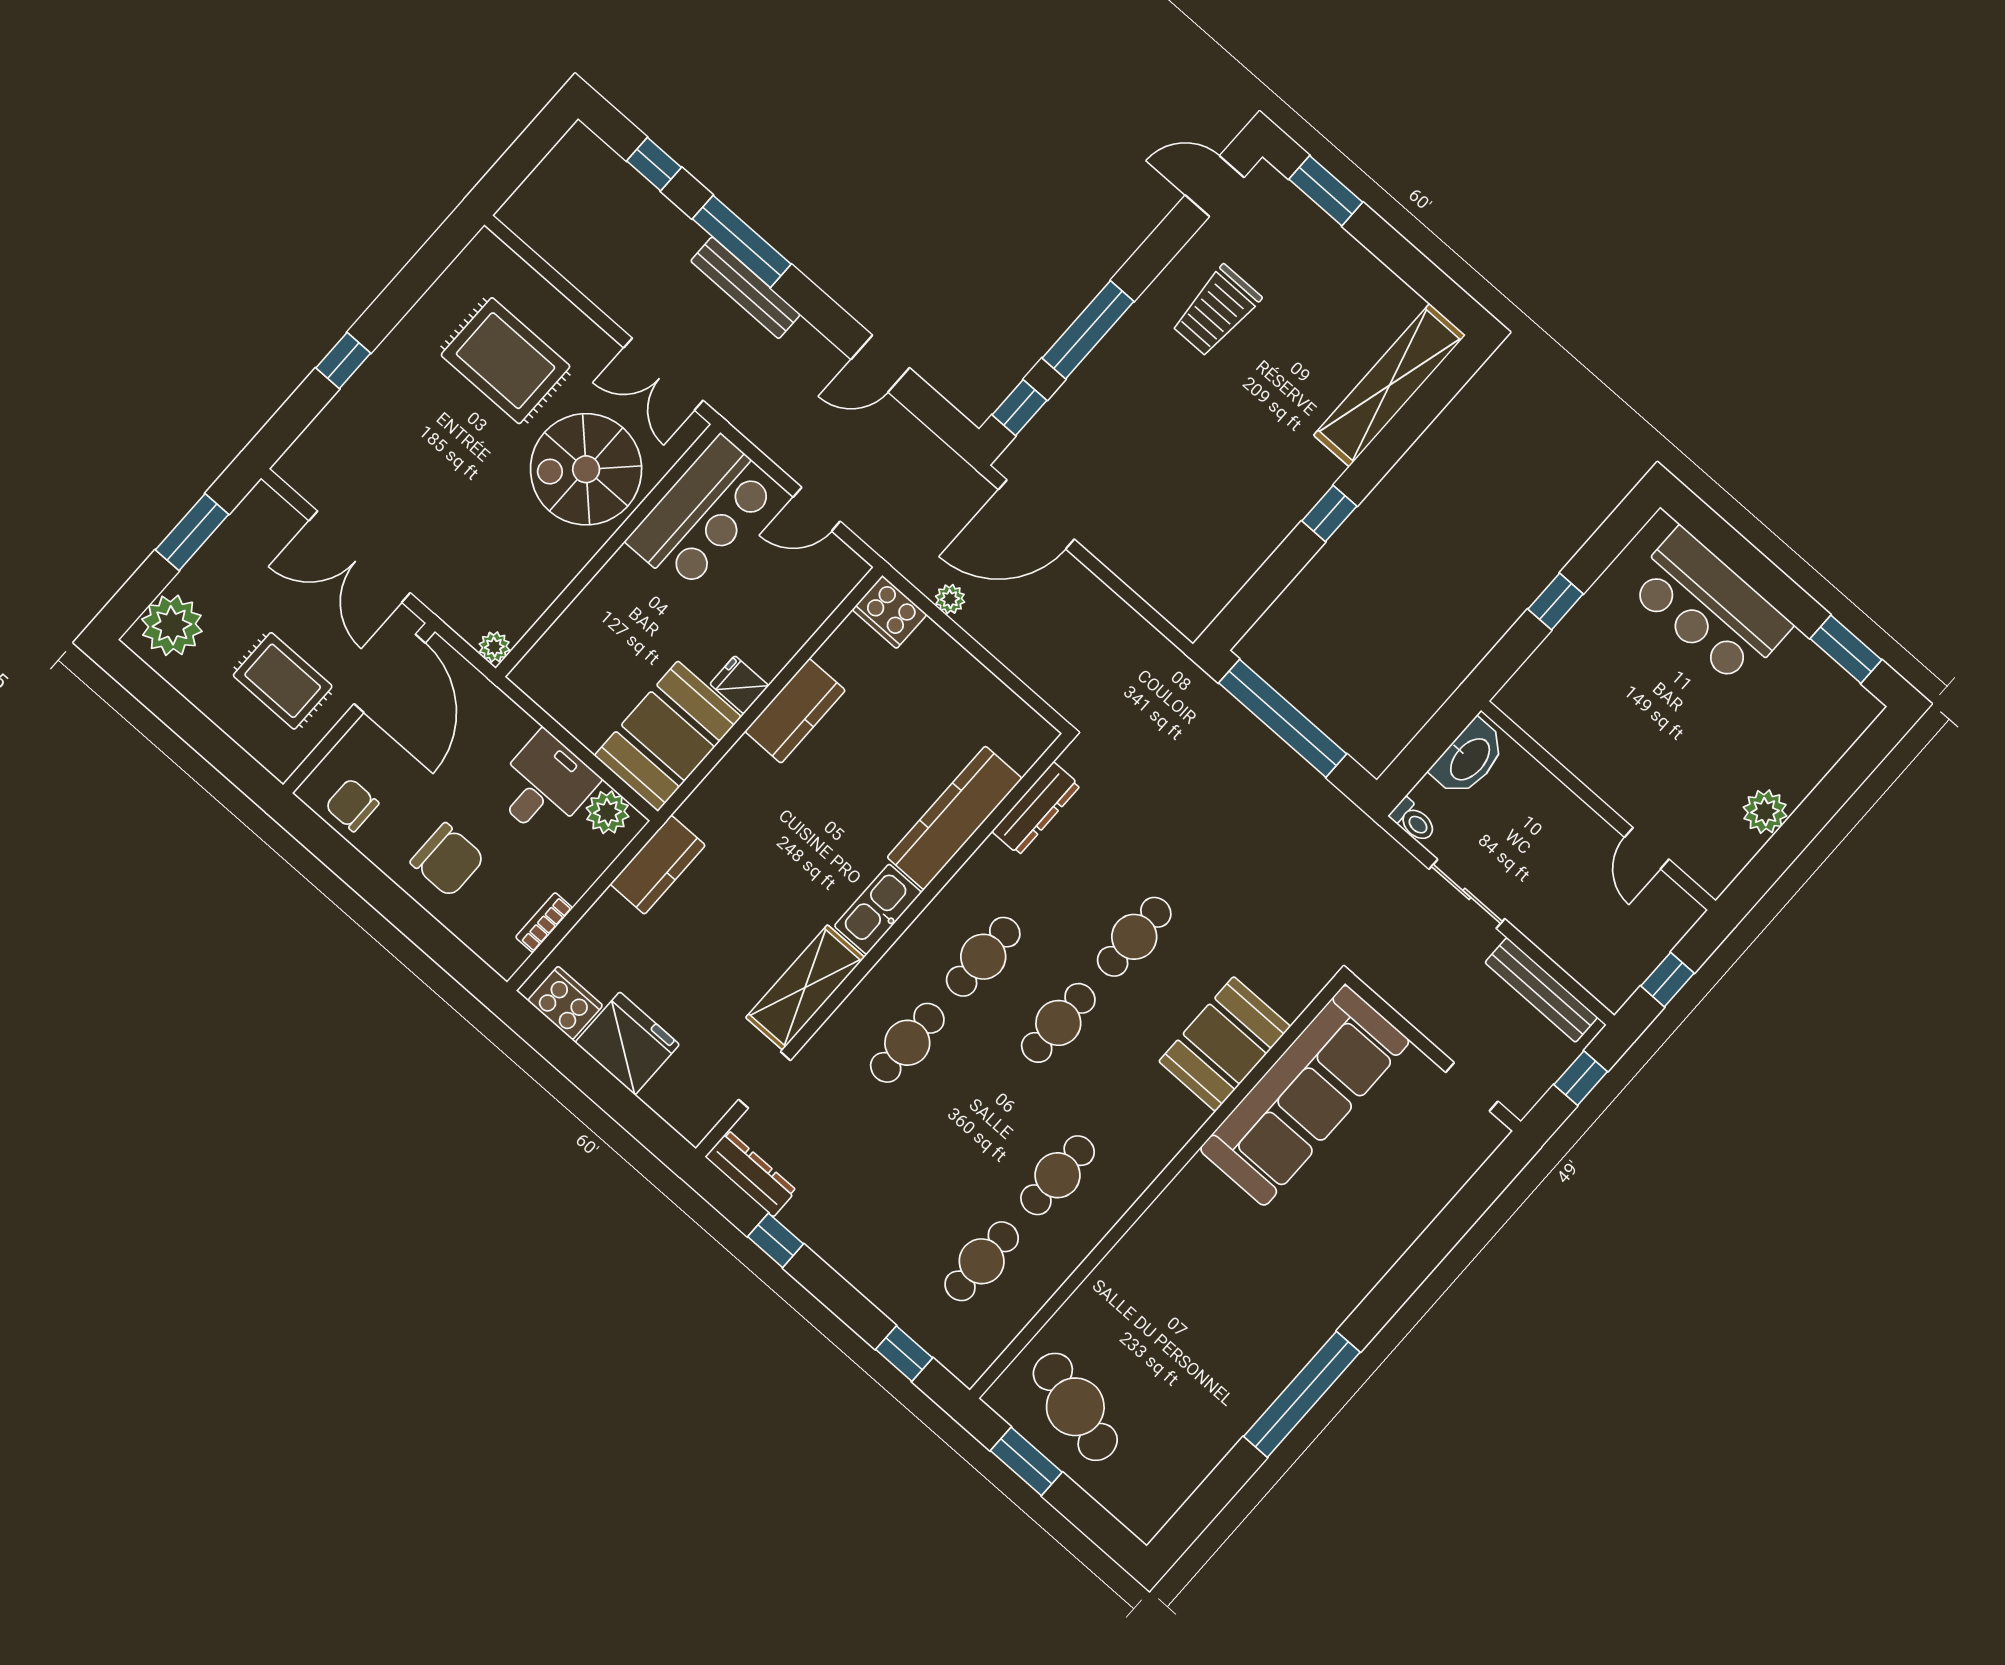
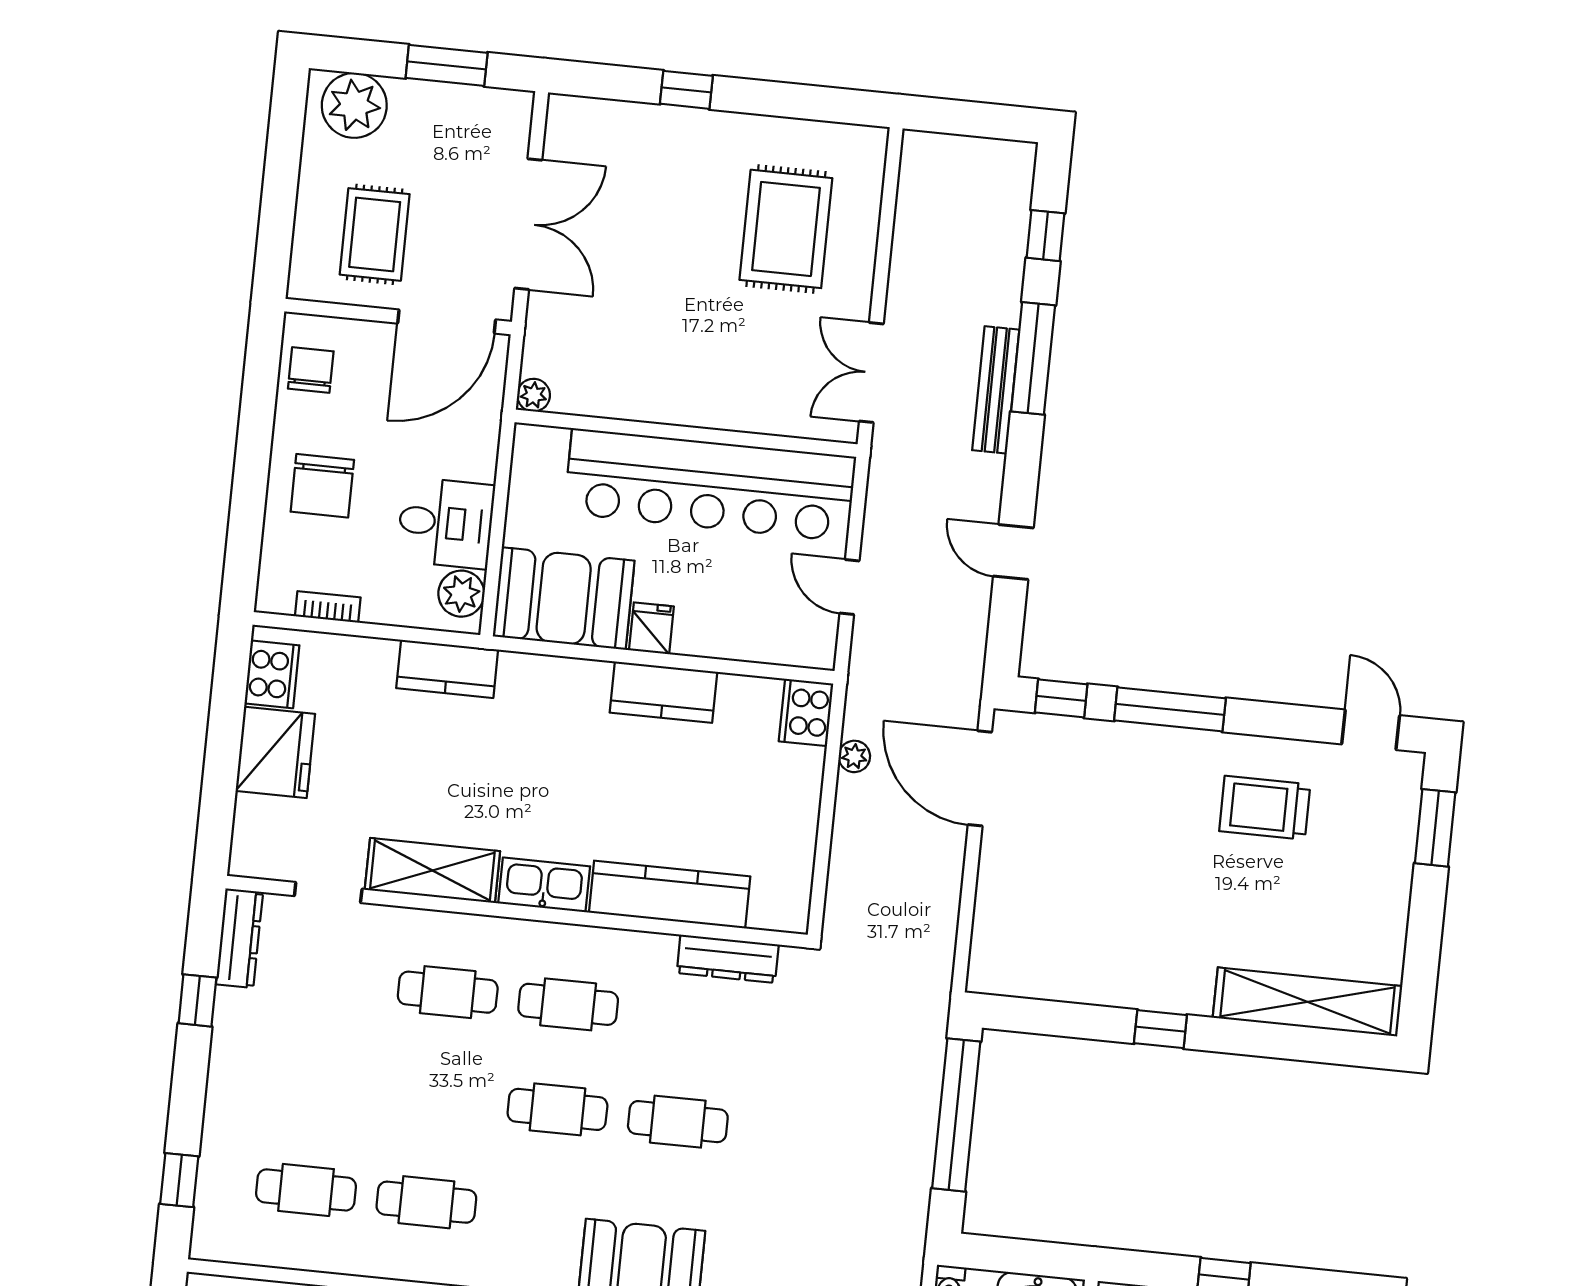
spiral stairs: (586, 469) -> (742, 365), removed
bar counter: (702, 514) -> (710, 485), width x1.86
double door: (360, 557) -> (528, 224), swing flipped

